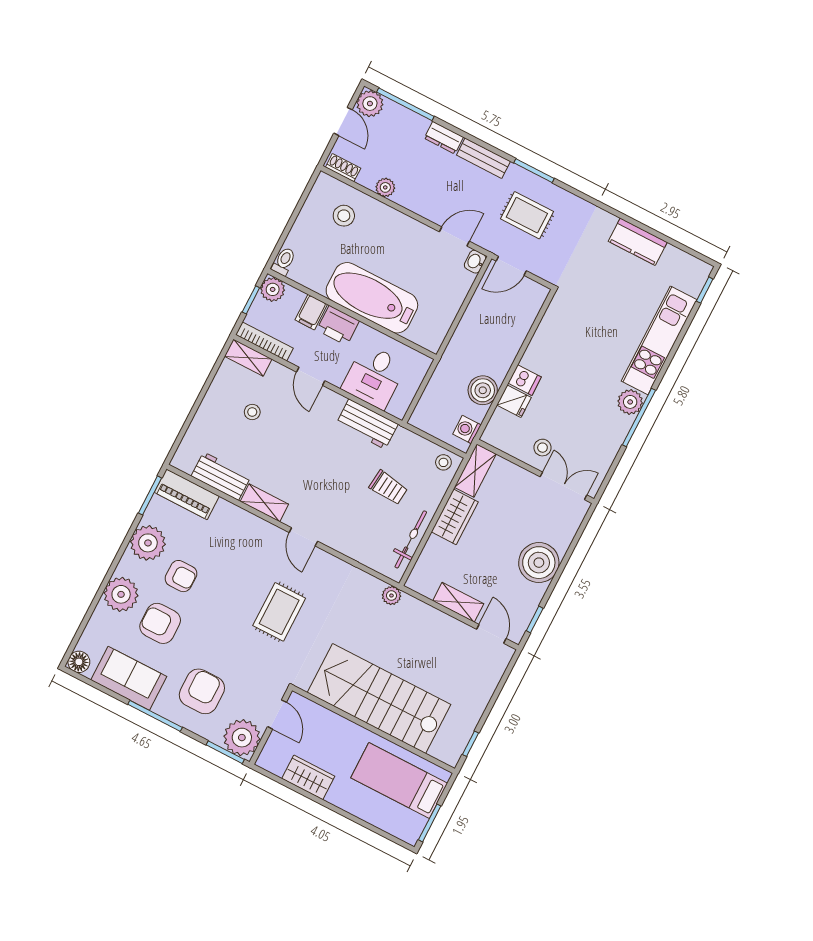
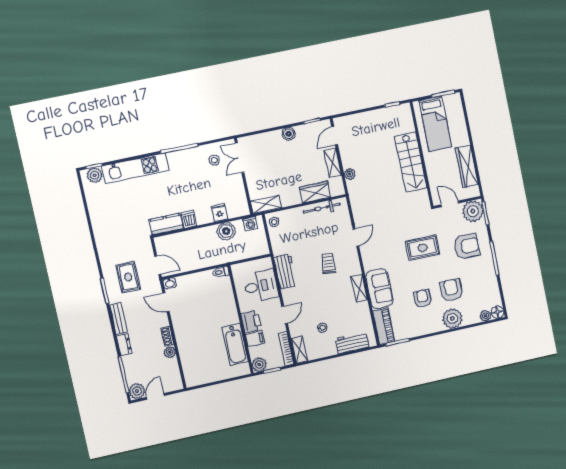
shoe rack: (343, 168) -> (167, 336), moved
stool: (344, 216) -> (199, 360), removed
kitchen counter: (638, 242) -> (166, 224), moved, turned -90
toilet: (284, 261) -> (221, 272), moved
bathtub: (372, 298) -> (235, 344), moved, width x0.73, depth x0.73
dishwasher: (525, 380) -> (189, 219), moved
plant: (630, 402) -> (95, 175), moved
stool: (542, 448) -> (214, 160), moved
workbench: (221, 476) -> (352, 343), moved, turned 90
trolley: (388, 488) -> (328, 263), moved
wardrobe: (455, 517) -> (315, 192), moved
door: (303, 537) -> (356, 237), moved
plant: (148, 543) -> (485, 316), moved, width x0.53, depth x0.53
boiler: (539, 563) -> (289, 134), width x0.54, depth x0.54
plant: (391, 596) -> (350, 174), moved
rug: (279, 612) -> (423, 248), moved
armchair: (160, 623) -> (451, 290), turned 180
sofa: (129, 678) -> (379, 289), moved, turned 180
armchair: (202, 691) -> (467, 246), turned 180
stairs: (379, 699) -> (411, 162), width x0.73, depth x0.66
door: (277, 714) -> (450, 204), hinge flipped
wardrobe: (308, 777) -> (467, 166), width x1.50

